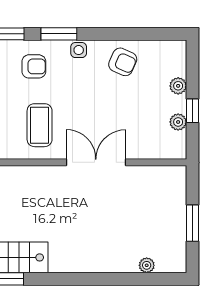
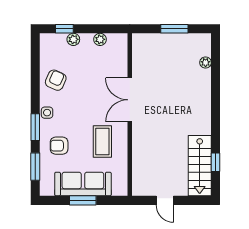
armchair: (34, 66) -> (59, 146), turned -90
window: (193, 111) -> (64, 29), moved
coffee table: (40, 125) -> (102, 141), turned 90

